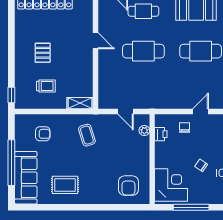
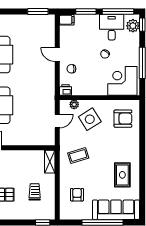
printer: (161, 134) -> (65, 90), moved
side table: (128, 148) -> (90, 119), added

